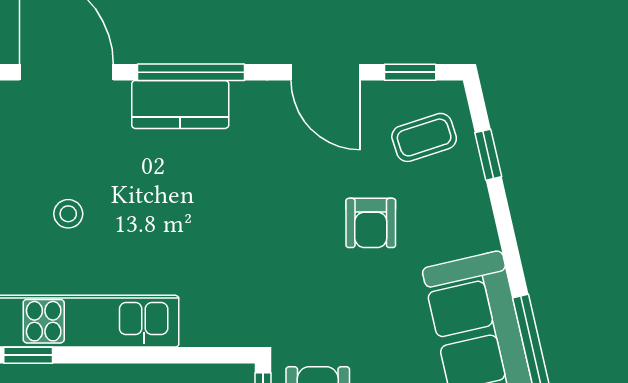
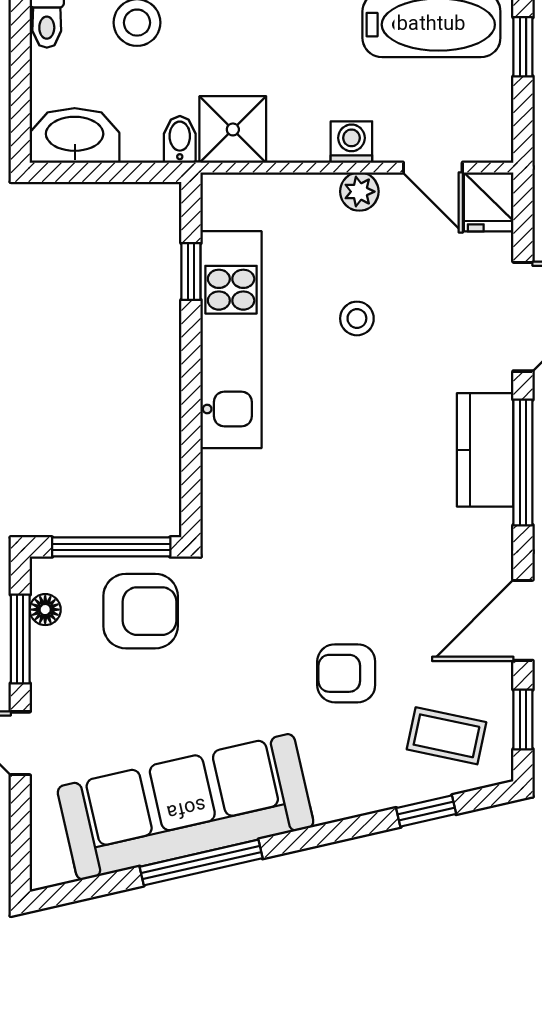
coffee table: (424, 137) -> (446, 736), turned -60

